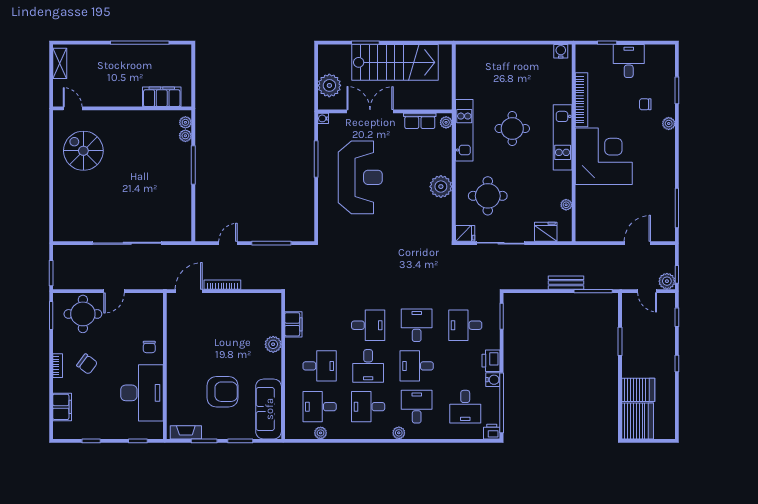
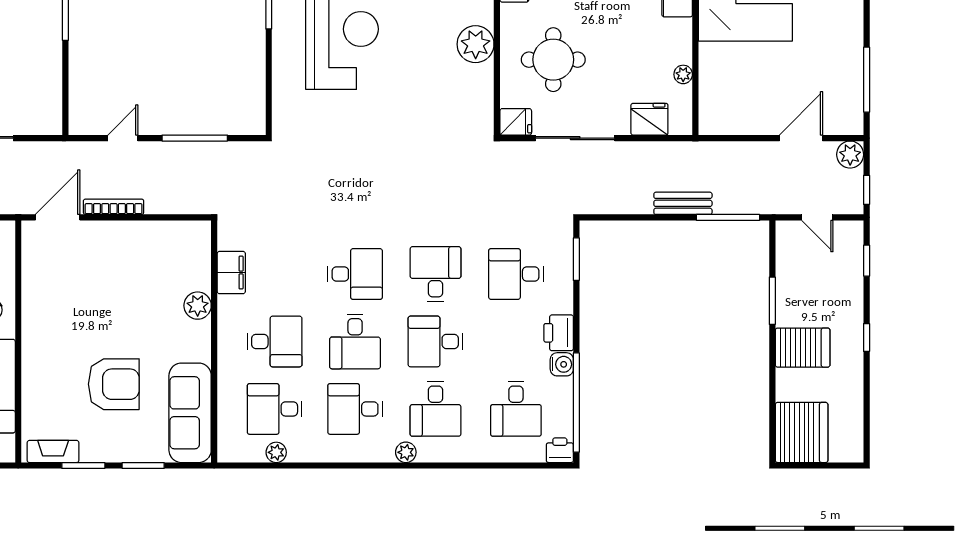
plant: (667, 281) -> (850, 155), moved
server rack: (638, 390) -> (803, 348), moved
desk: (417, 407) -> (435, 409), turned 180

